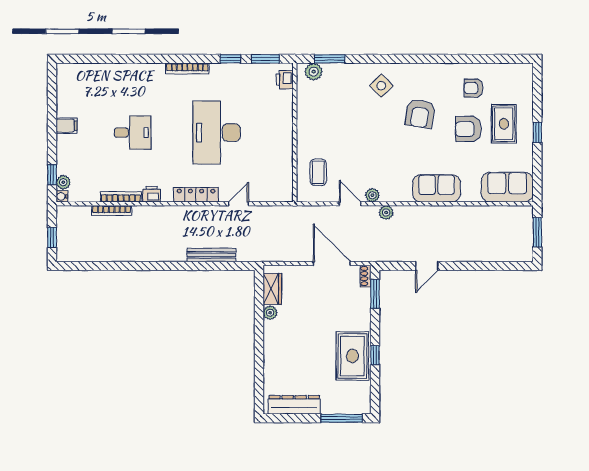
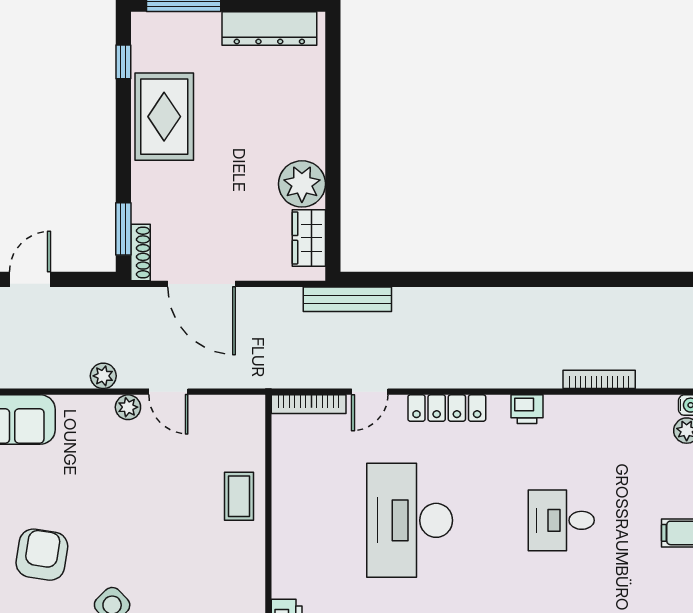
desk: (217, 133) -> (410, 520), turned 180
coffee table: (318, 172) -> (239, 496), moved
bookcase: (121, 197) -> (309, 404), moved
bench: (212, 255) -> (347, 299), moved
shoe rack: (366, 276) -> (140, 252), width x1.43
plant: (270, 313) -> (302, 184), width x1.87, depth x1.87
window: (375, 355) -> (123, 62), moved

